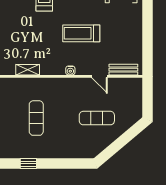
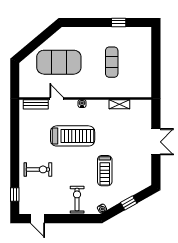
treadmill: (81, 33) -> (73, 136), width x1.37, depth x1.38
exercise mat: (97, 118) -> (59, 62), width x2.00, depth x1.45

